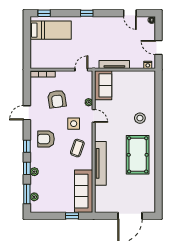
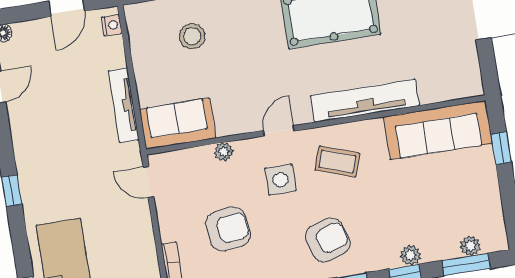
door: (94, 116) -> (279, 131), moved
stool: (140, 118) -> (192, 36), moved
armchair: (46, 139) -> (328, 240), turned -108

